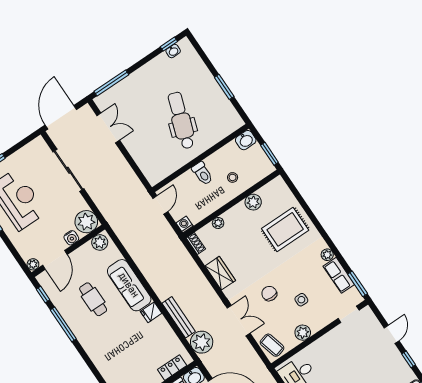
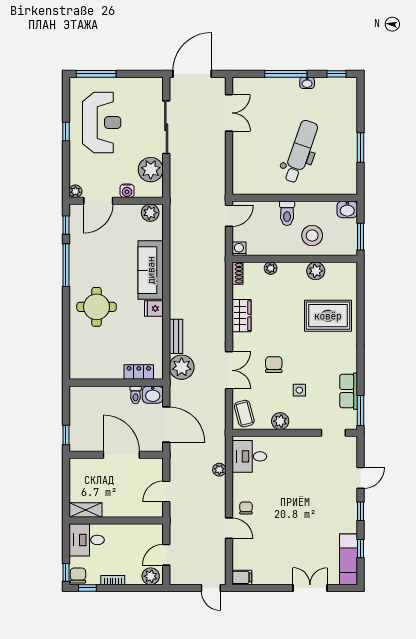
washbasin: (173, 51) -> (307, 83), moved
window: (111, 83) -> (286, 74), moved
stool: (233, 177) -> (312, 236), width x1.89, depth x1.89
plant: (86, 222) -> (151, 170), moved
plant: (327, 255) -> (351, 365), removed
cafe table: (93, 299) -> (109, 261), removed
bench: (179, 317) -> (176, 336), width x0.73
round table: (107, 340) -> (97, 307), added

